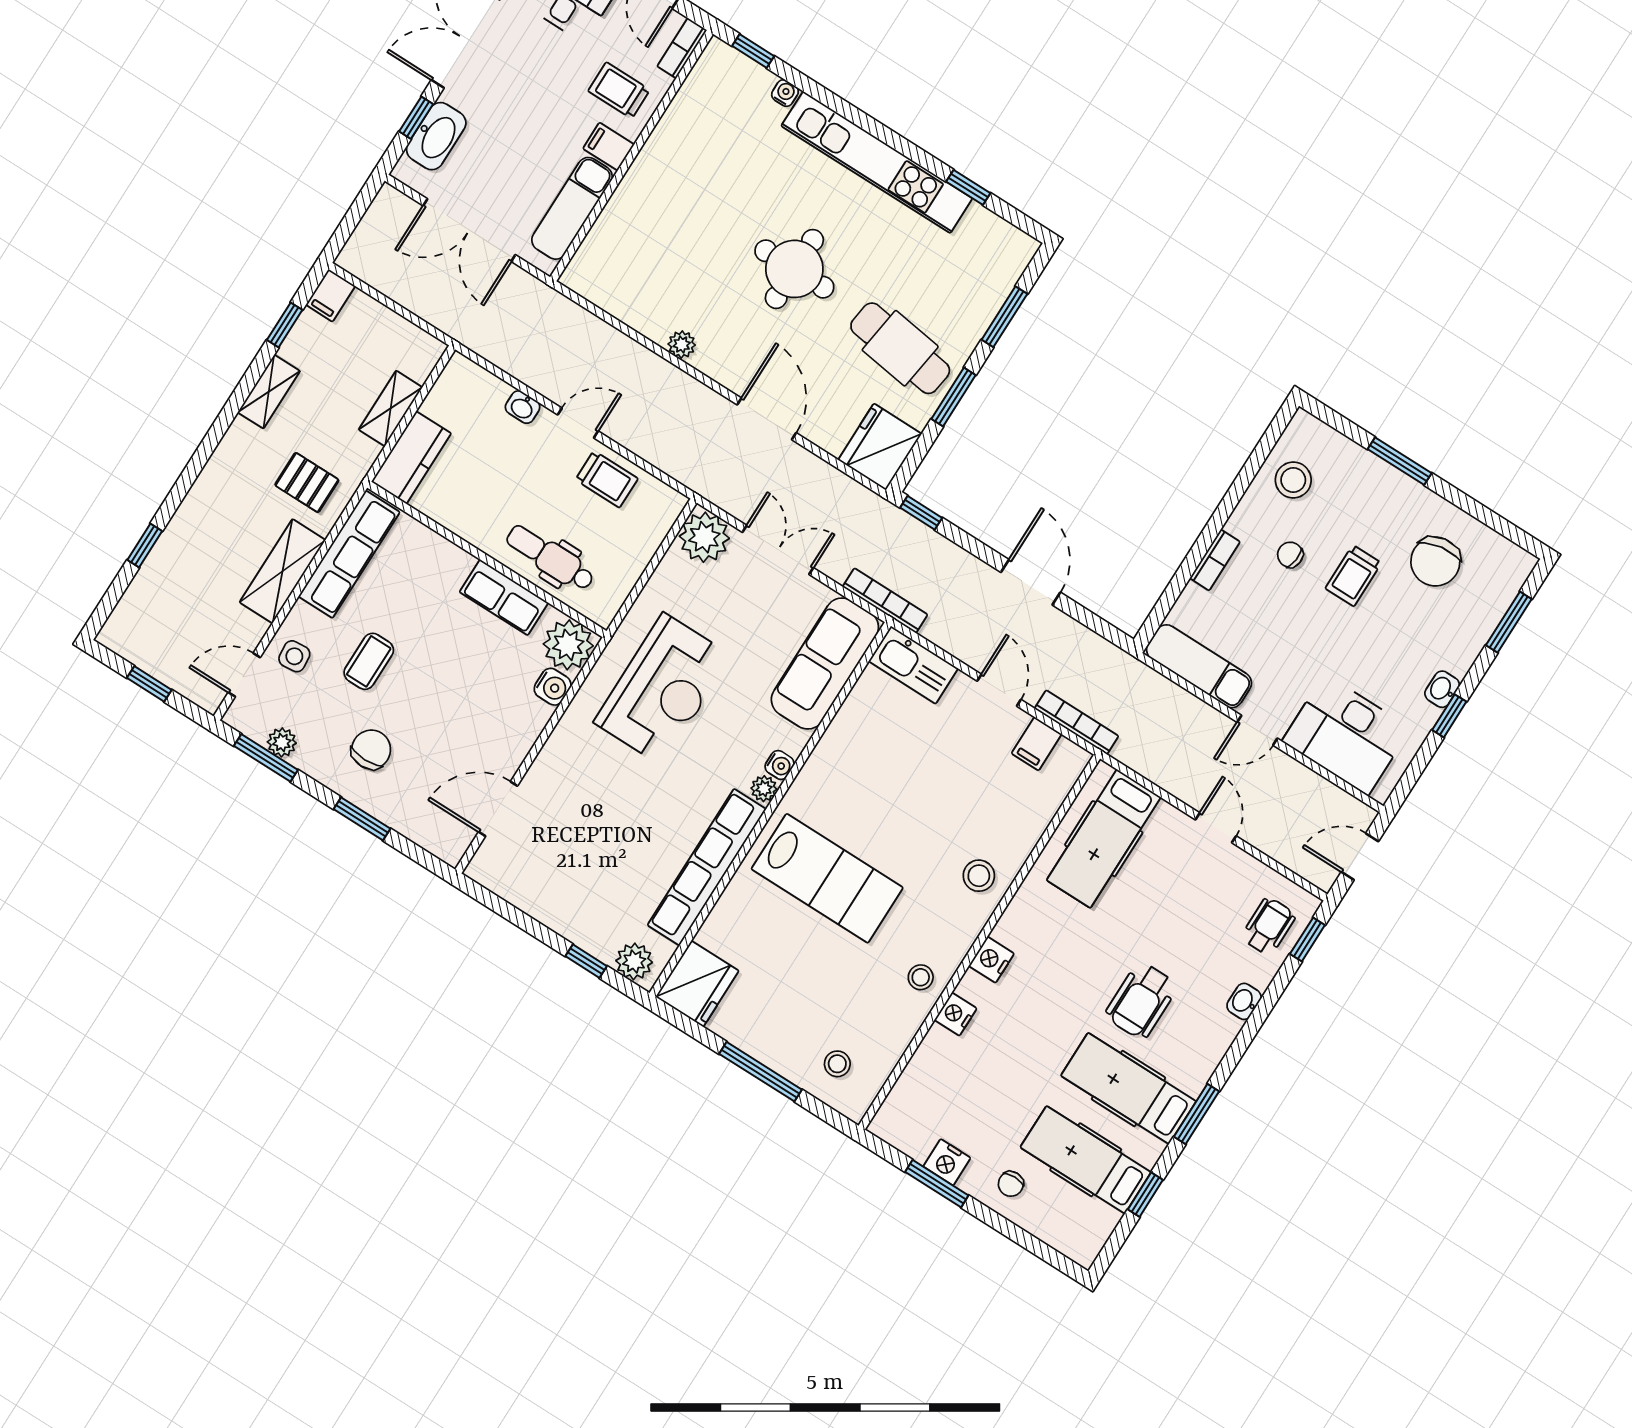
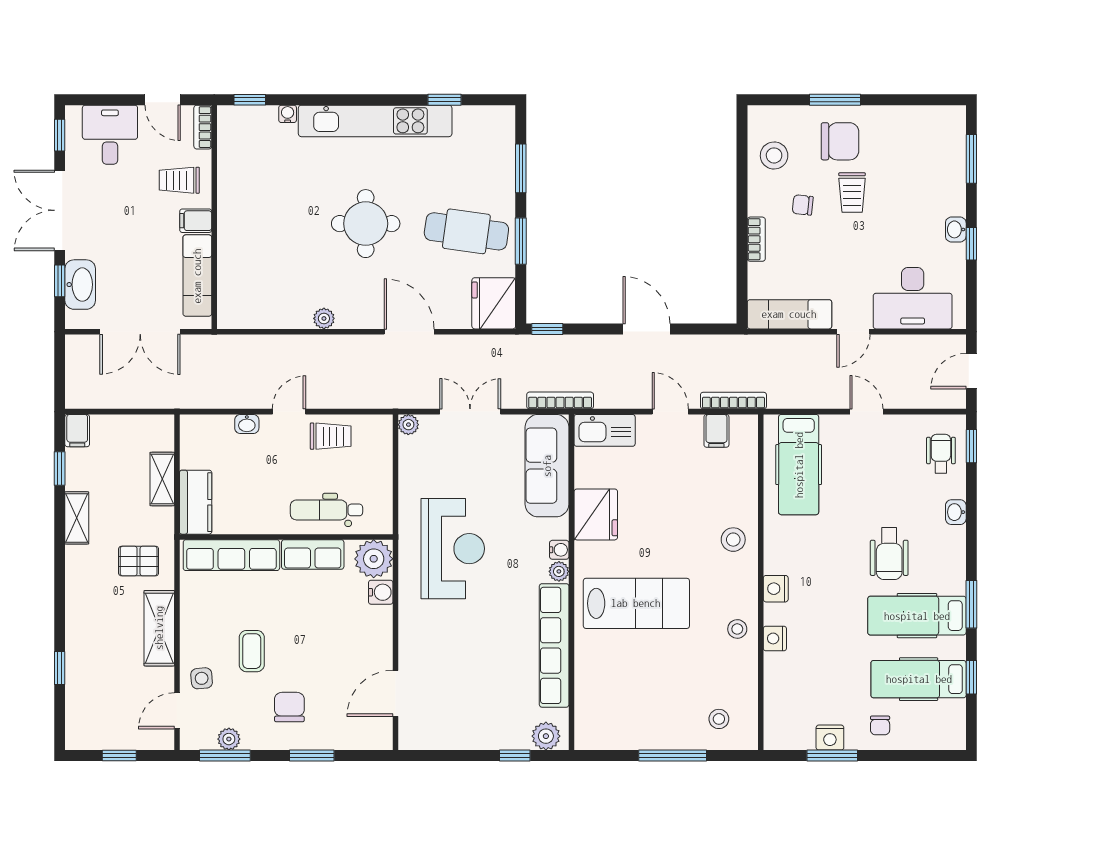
plant: (704, 537) -> (408, 425), width x0.53, depth x0.53
row of seats: (349, 554) -> (231, 555), moved, turned 90
chair: (1435, 561) -> (840, 141), moved, turned -81
fridge: (697, 984) -> (596, 514), moved

